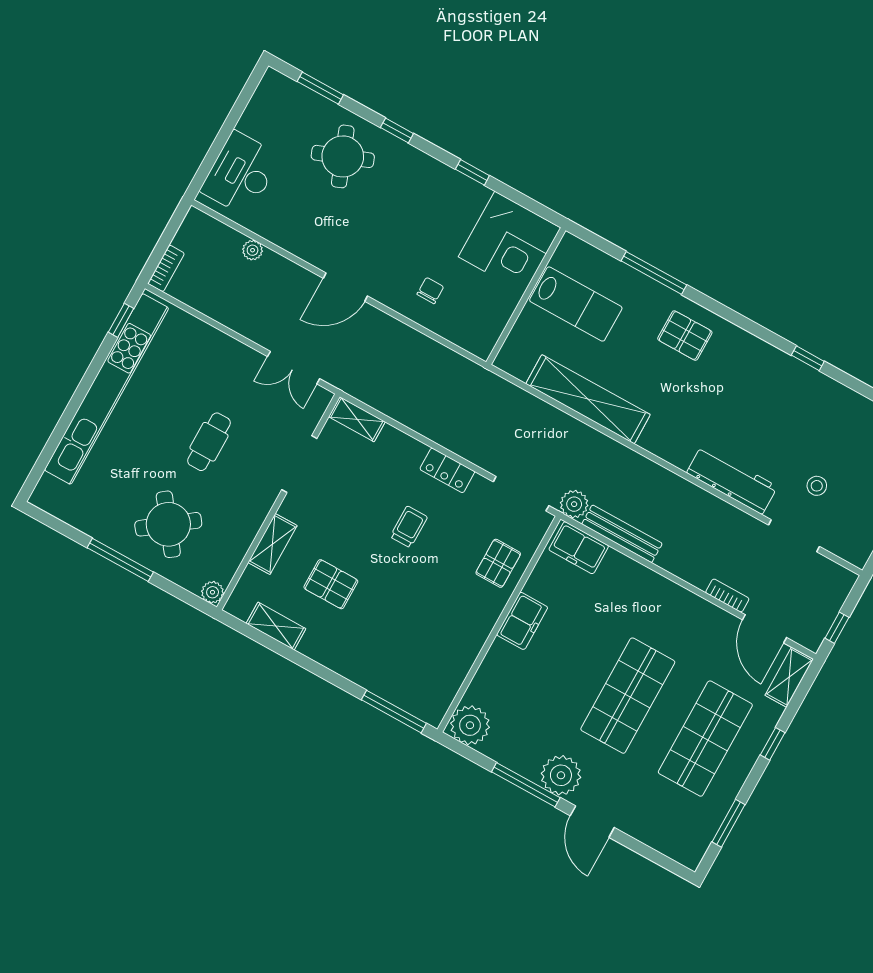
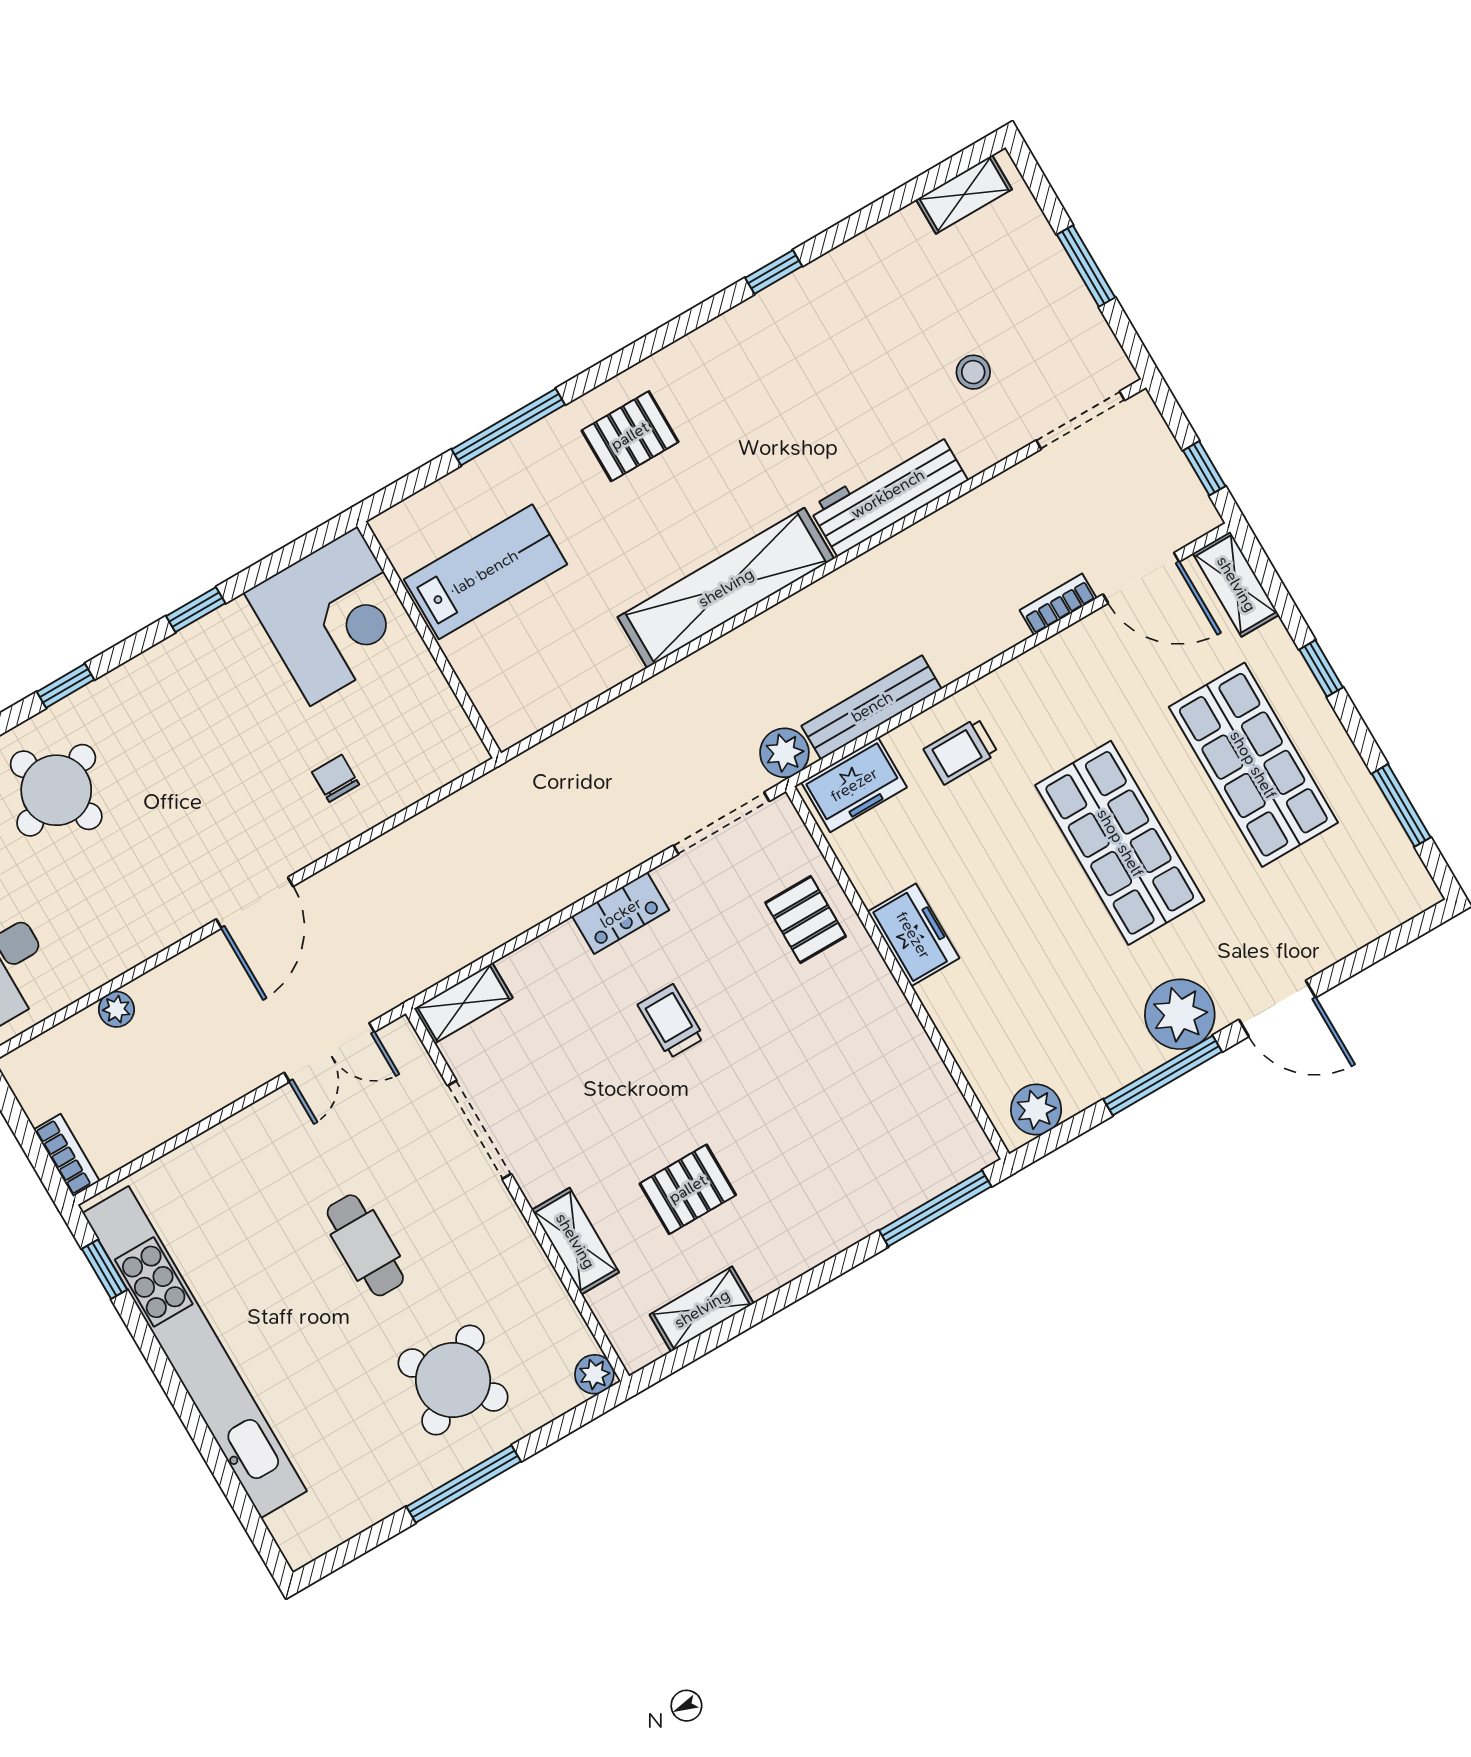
shelving: (588, 399) -> (726, 588), moved
doorway: (794, 536) -> (1080, 420), moved
trolley: (627, 591) -> (961, 751), added
plant: (470, 725) -> (1036, 1110), width x0.73, depth x0.73

